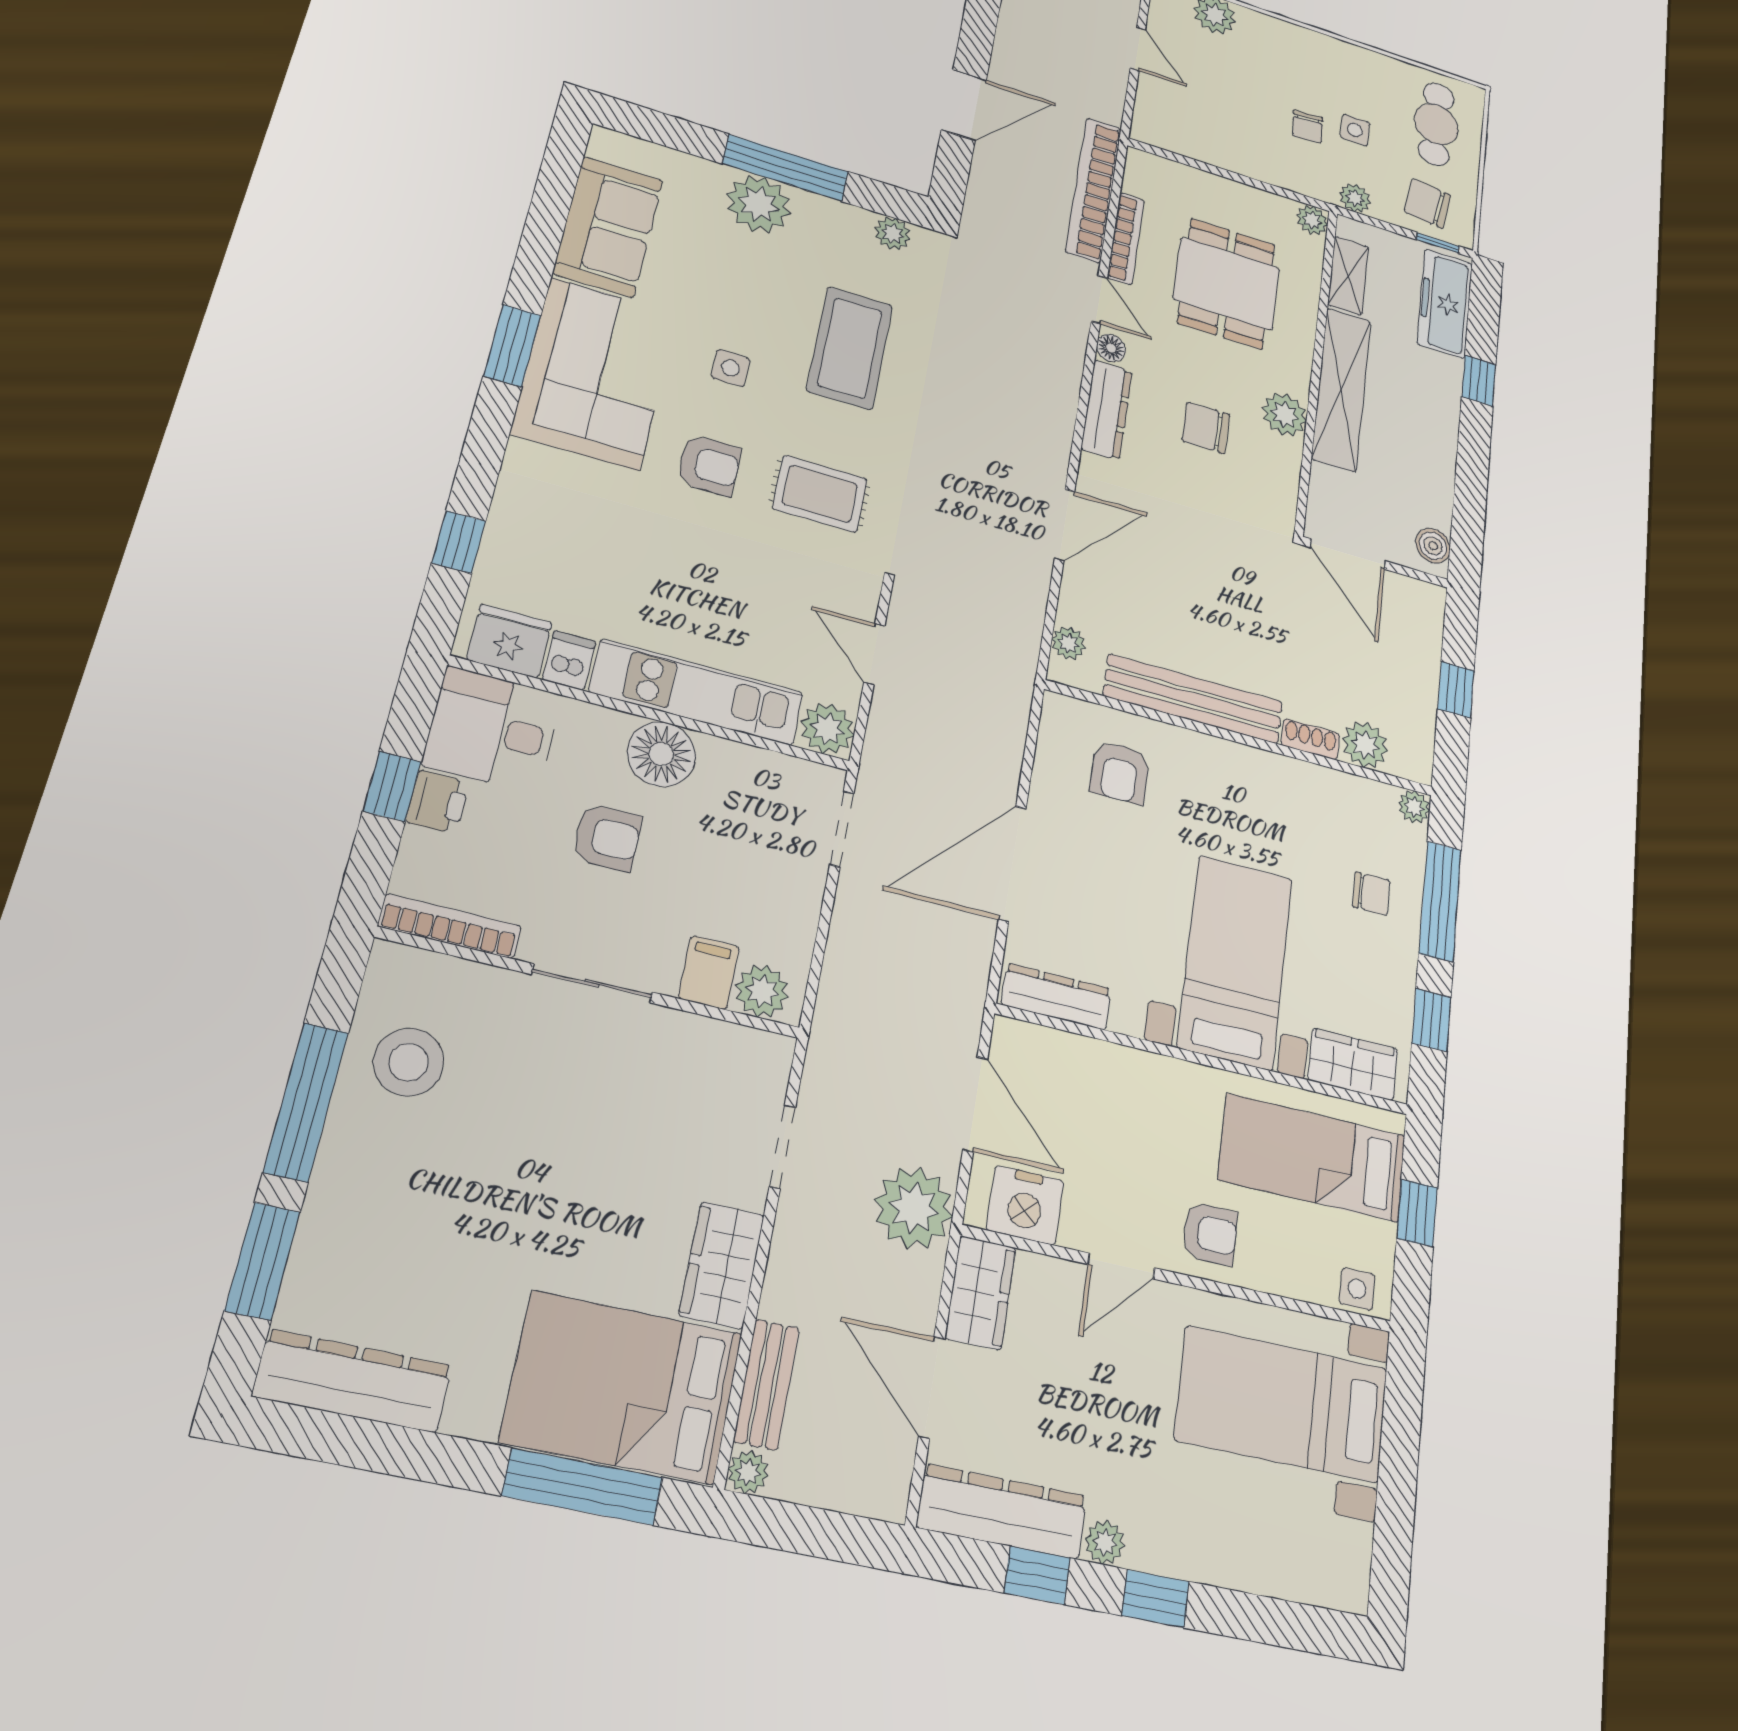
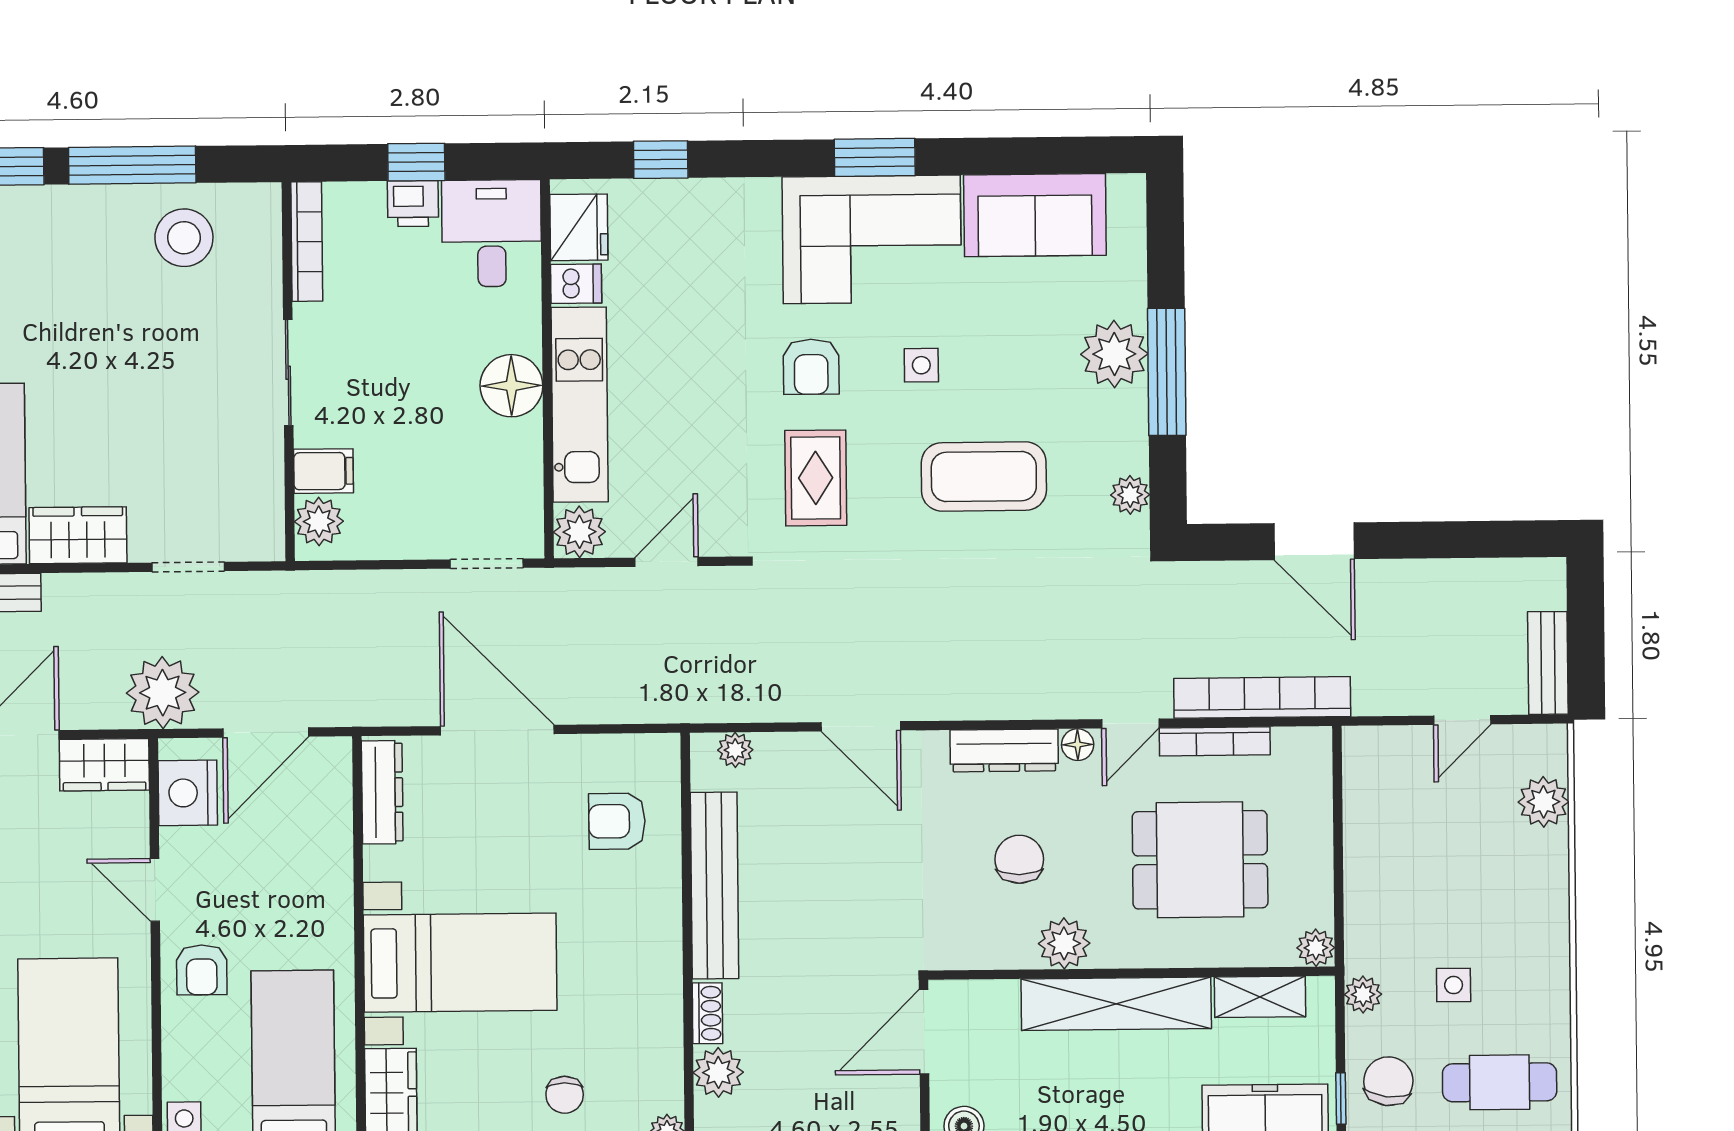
chair: (1307, 127) -> (1436, 928), removed
armchair: (607, 837) -> (421, 355), removed

